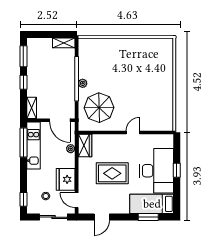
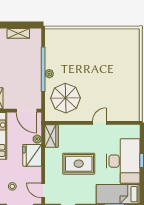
shelving: (64, 43) -> (18, 33), moved
fridge: (66, 179) -> (32, 155), moved

